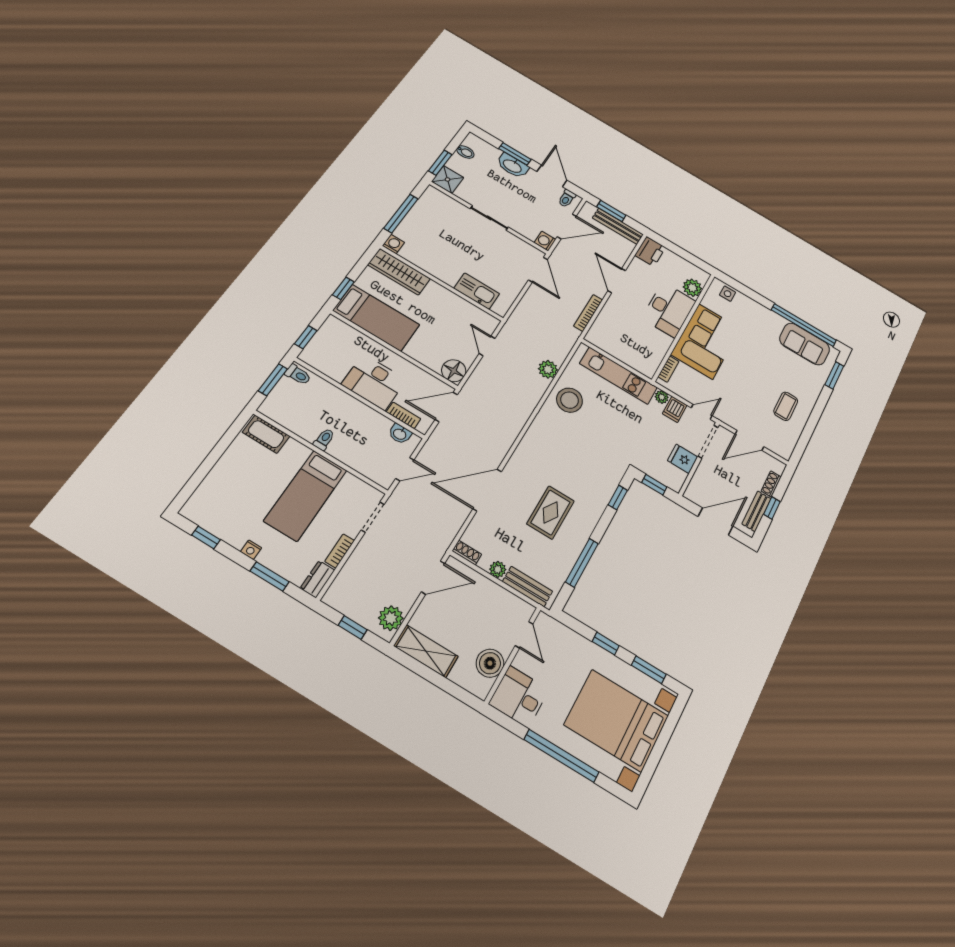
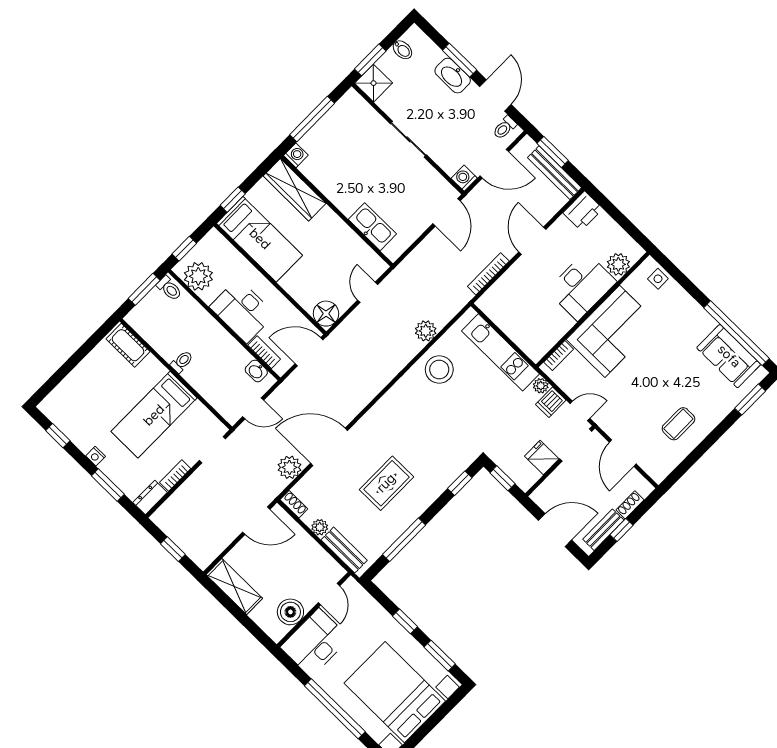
plant: (325, 359) -> (198, 276), added
door: (749, 440) -> (623, 453), hinge flipped
plant: (391, 618) -> (289, 467), moved
desk: (519, 697) -> (315, 643), width x1.37

